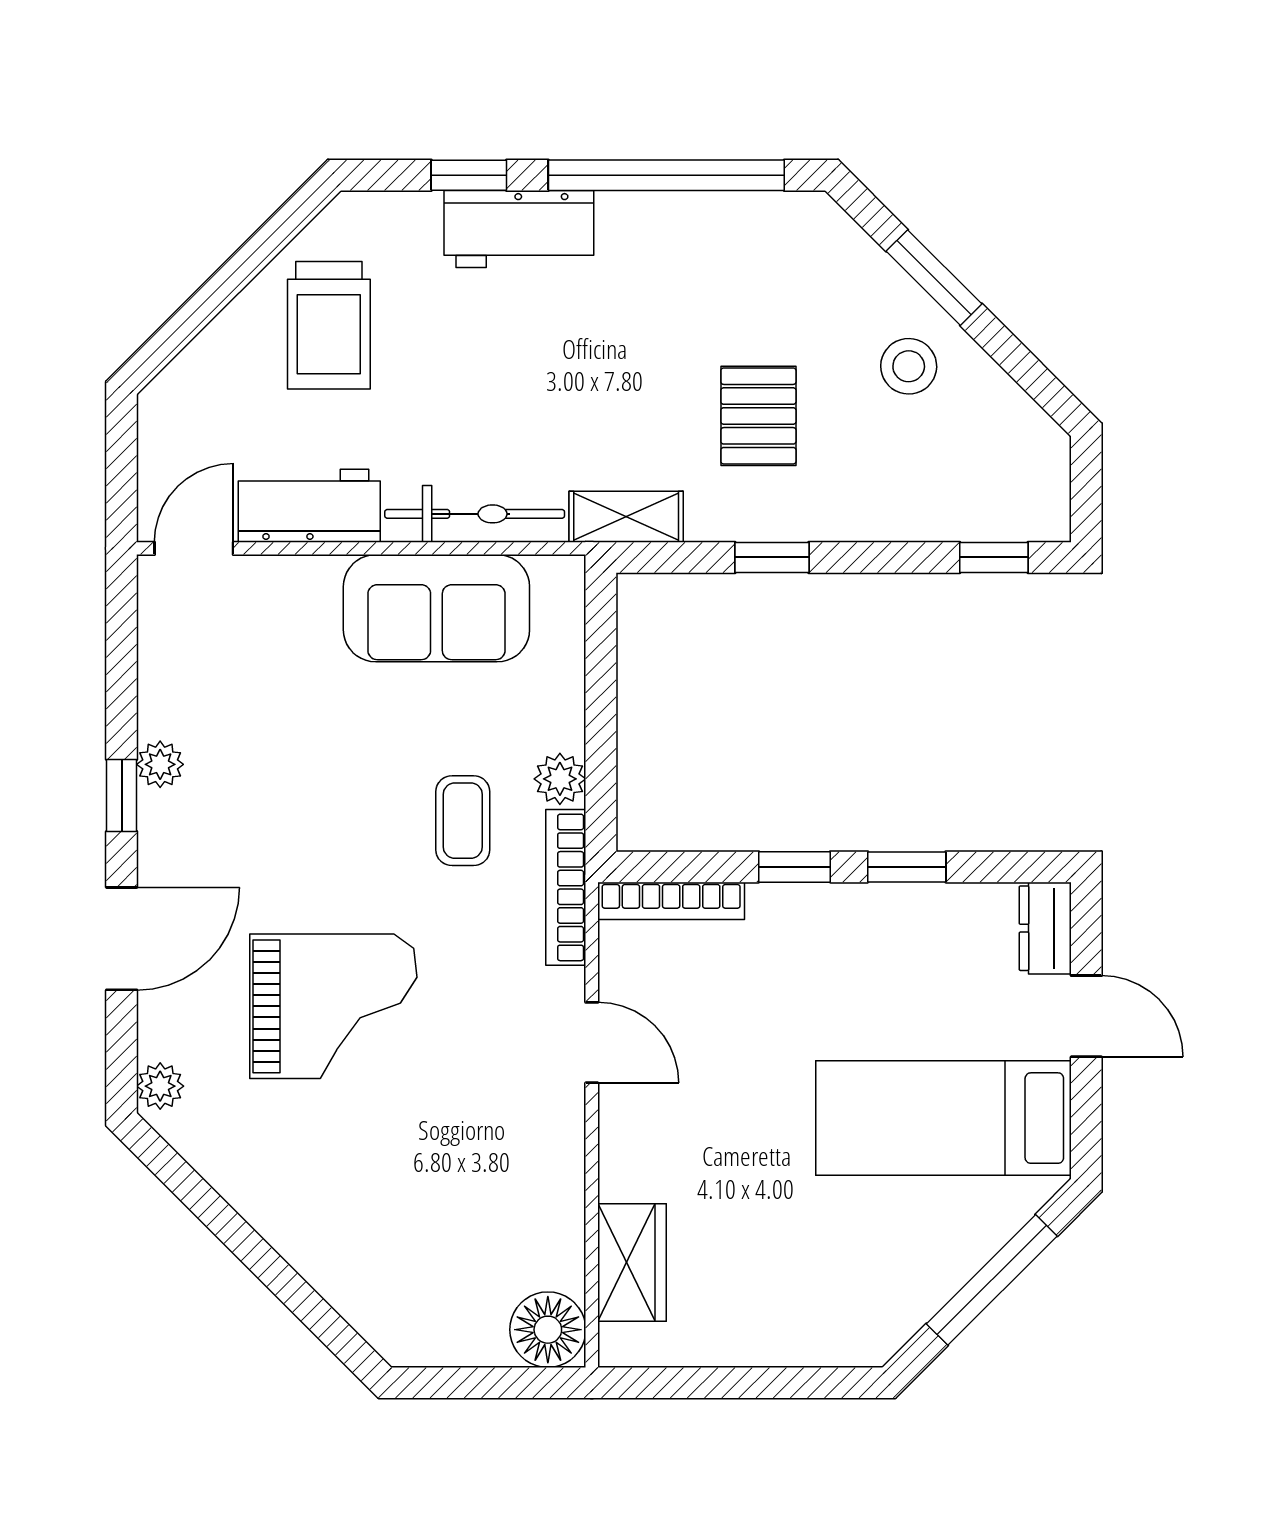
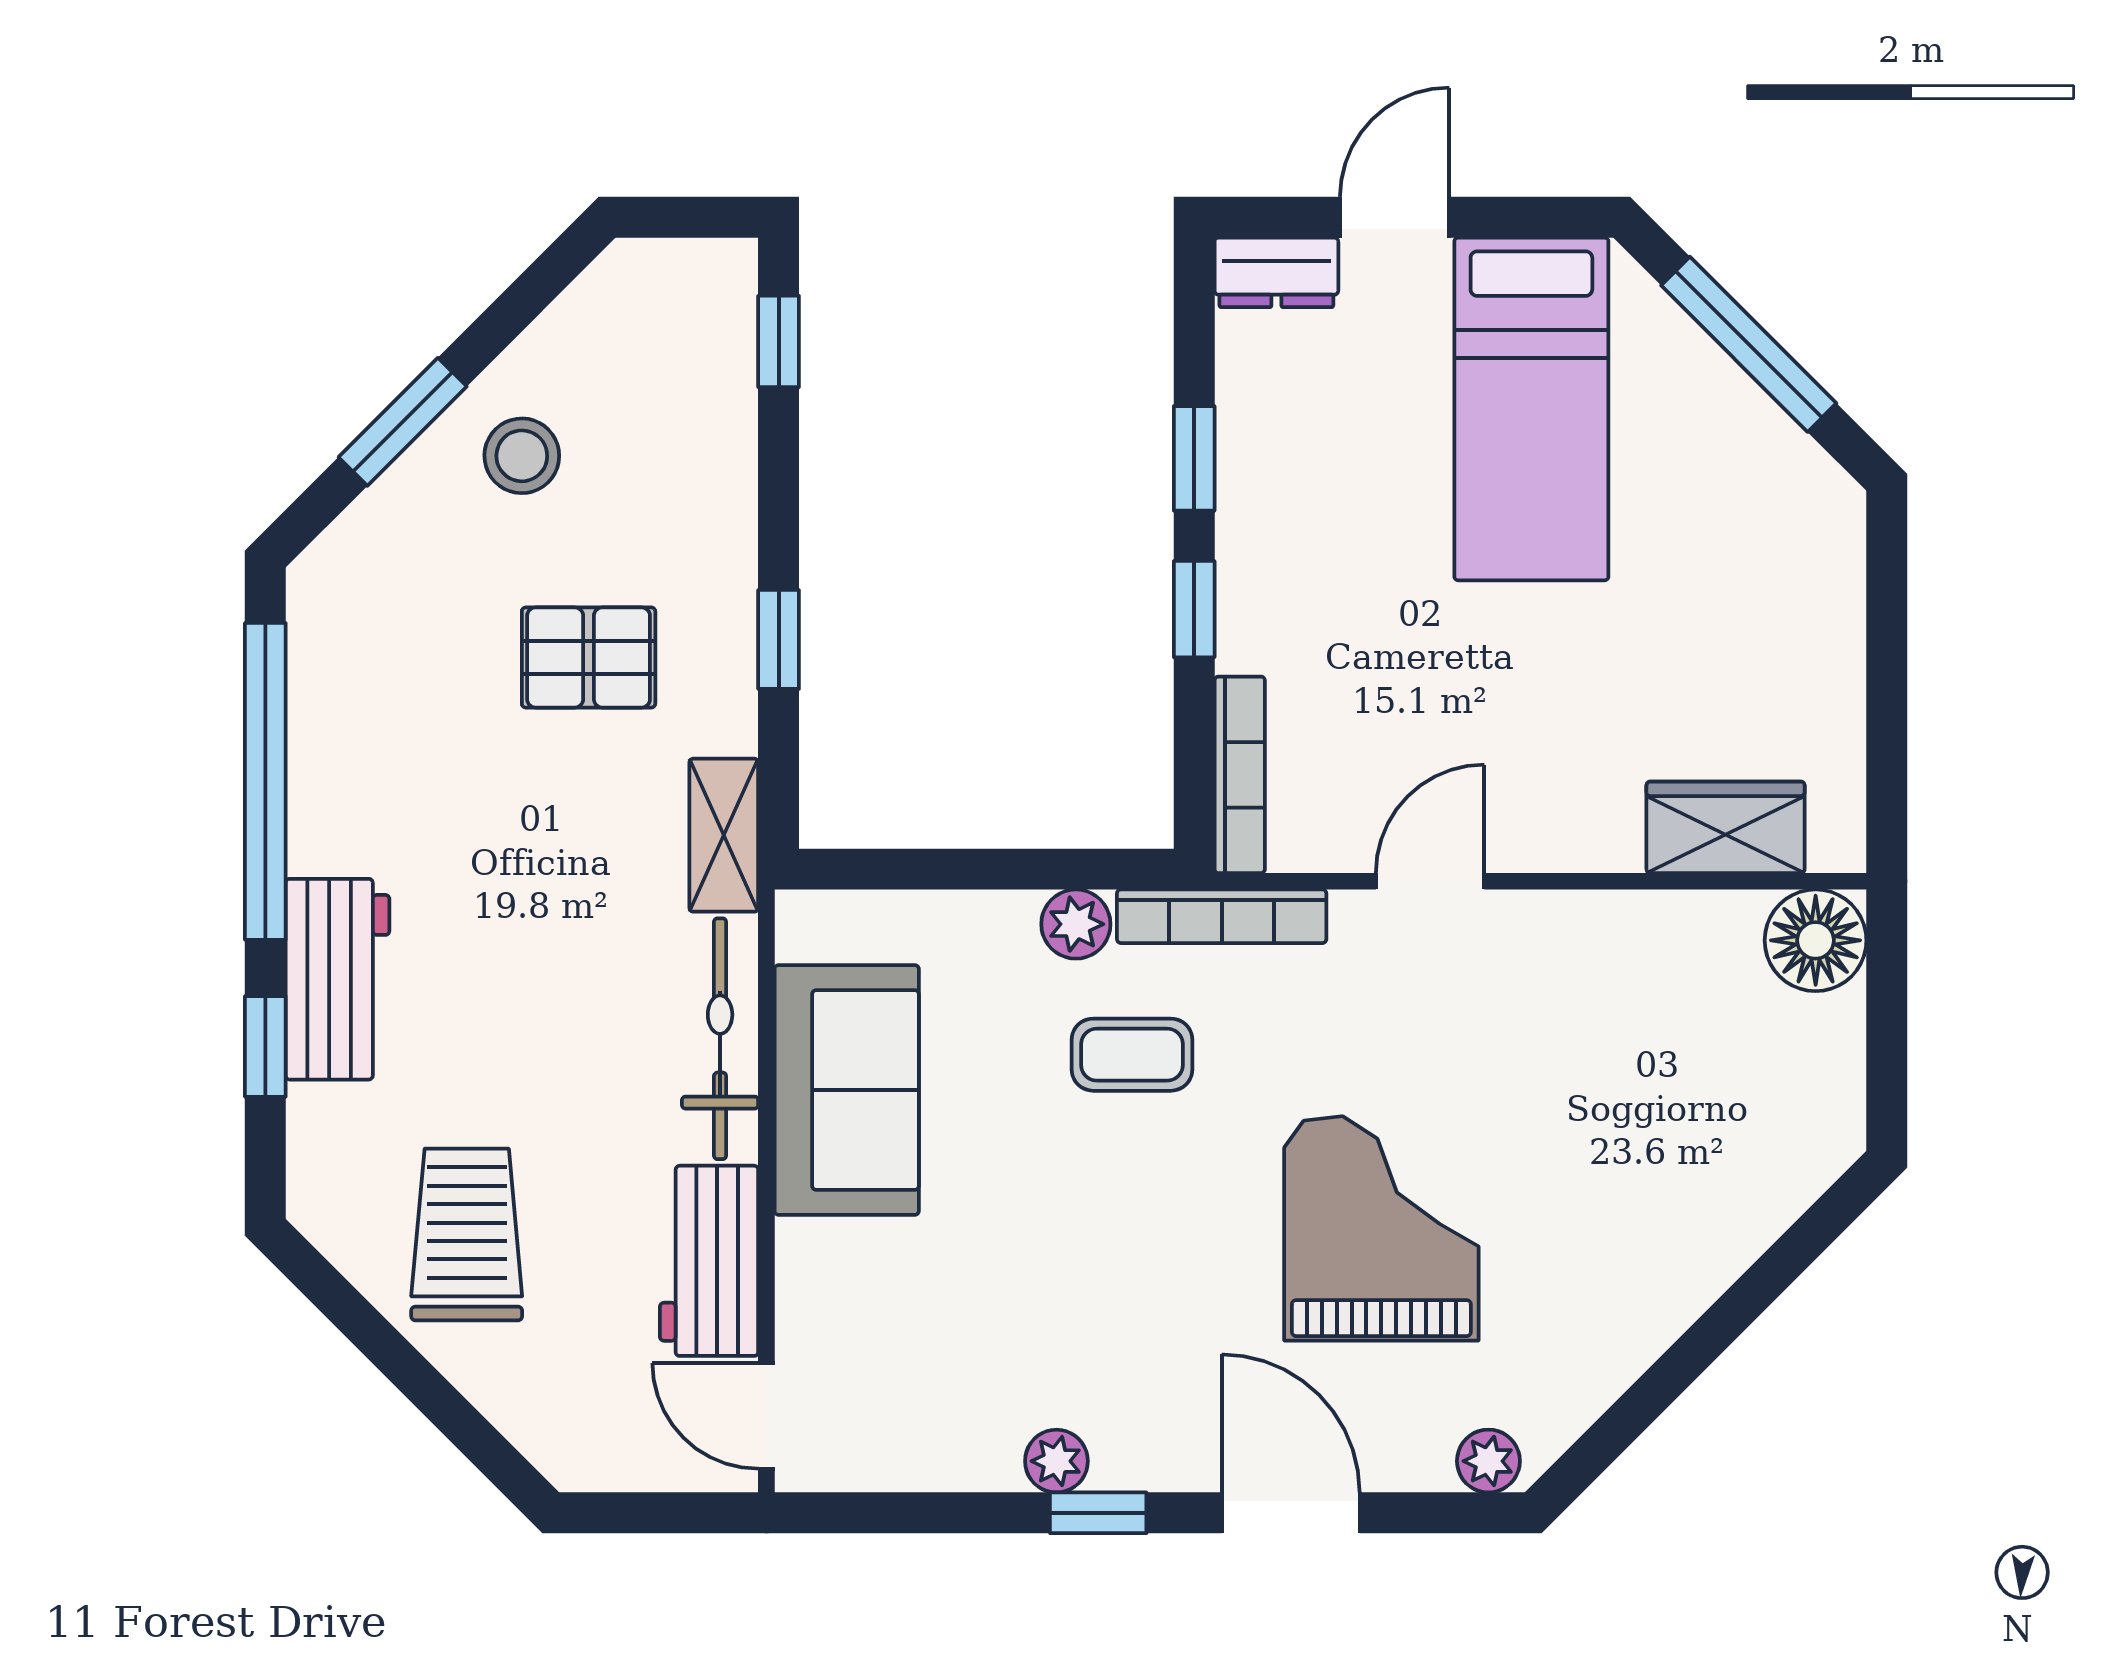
trolley: (329, 325) -> (467, 1235), turned -90

